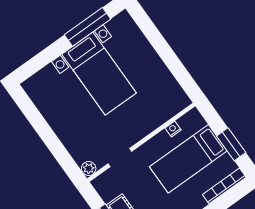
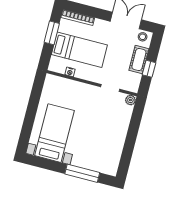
window: (87, 27) -> (82, 173), moved
bed with nightstands: (99, 74) -> (55, 133), moved

